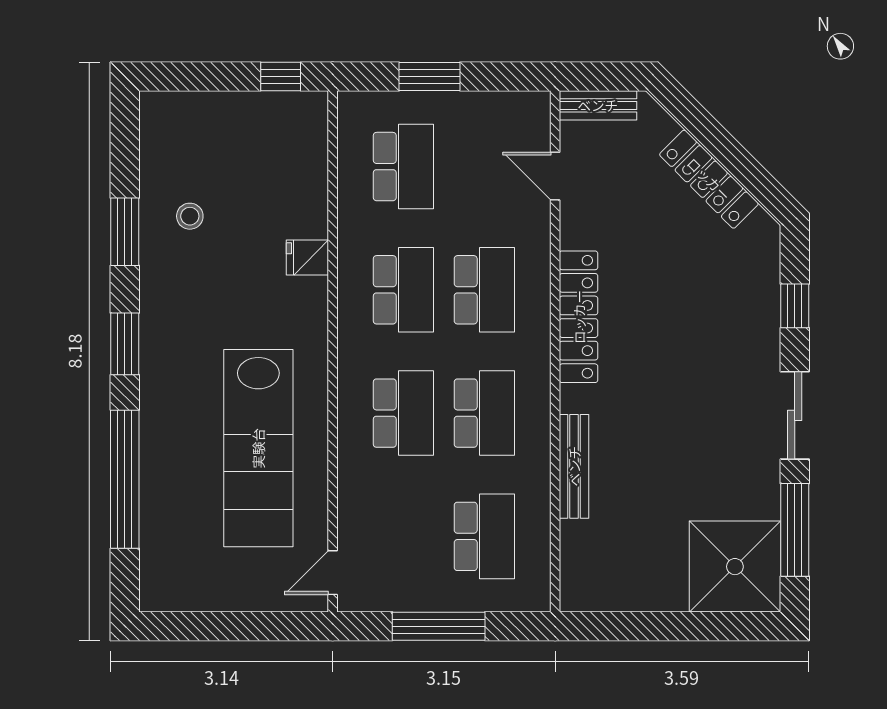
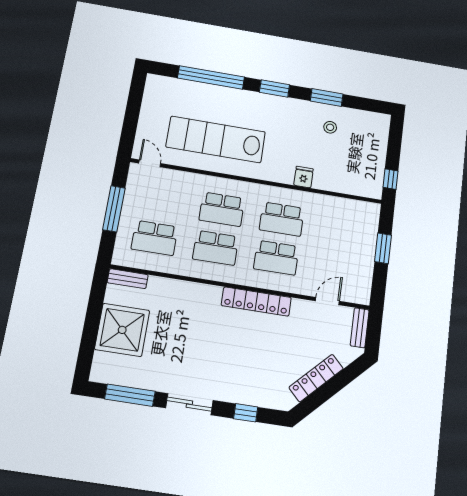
school desk: (403, 167) -> (341, 229), removed
bench: (574, 466) -> (128, 279), moved, width x0.73
shower: (735, 567) -> (122, 330), moved

